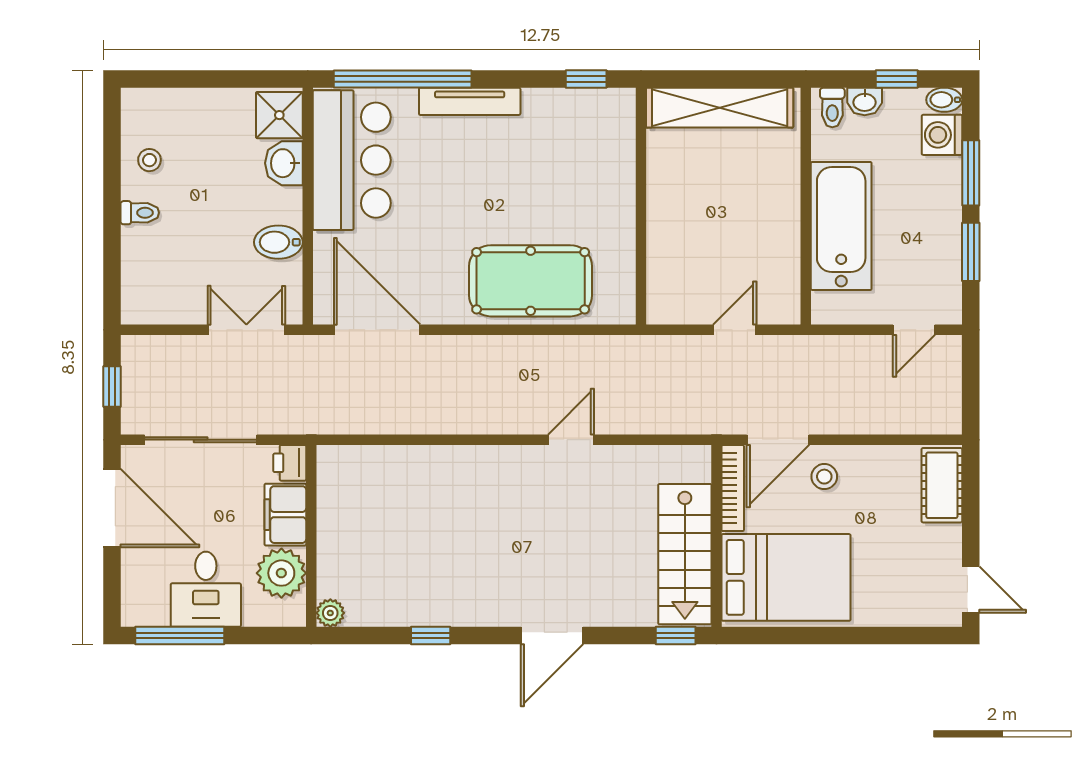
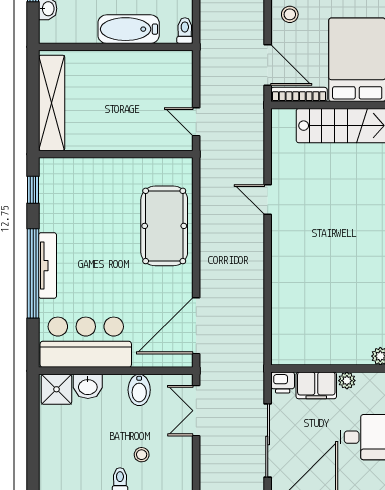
window: (403, 79) -> (33, 273), moved
toilet: (832, 108) -> (185, 31), moved, turned -90
stool: (149, 160) -> (142, 455), moved
bathtub: (841, 226) -> (129, 29), width x0.73, depth x0.73
door: (735, 330) -> (196, 122), moved
stool: (824, 477) -> (290, 14), moved
plant: (281, 573) -> (347, 381), width x0.53, depth x0.53

